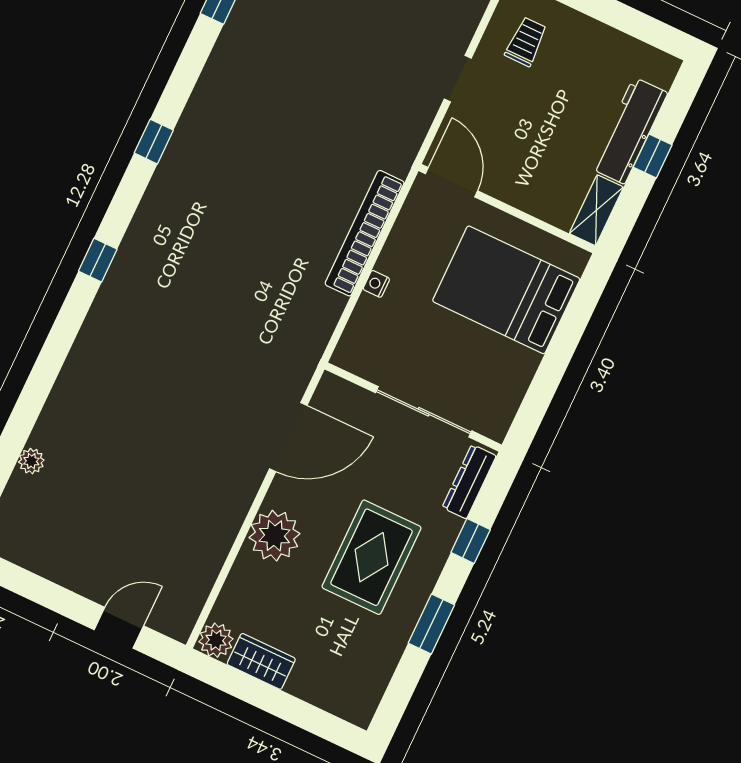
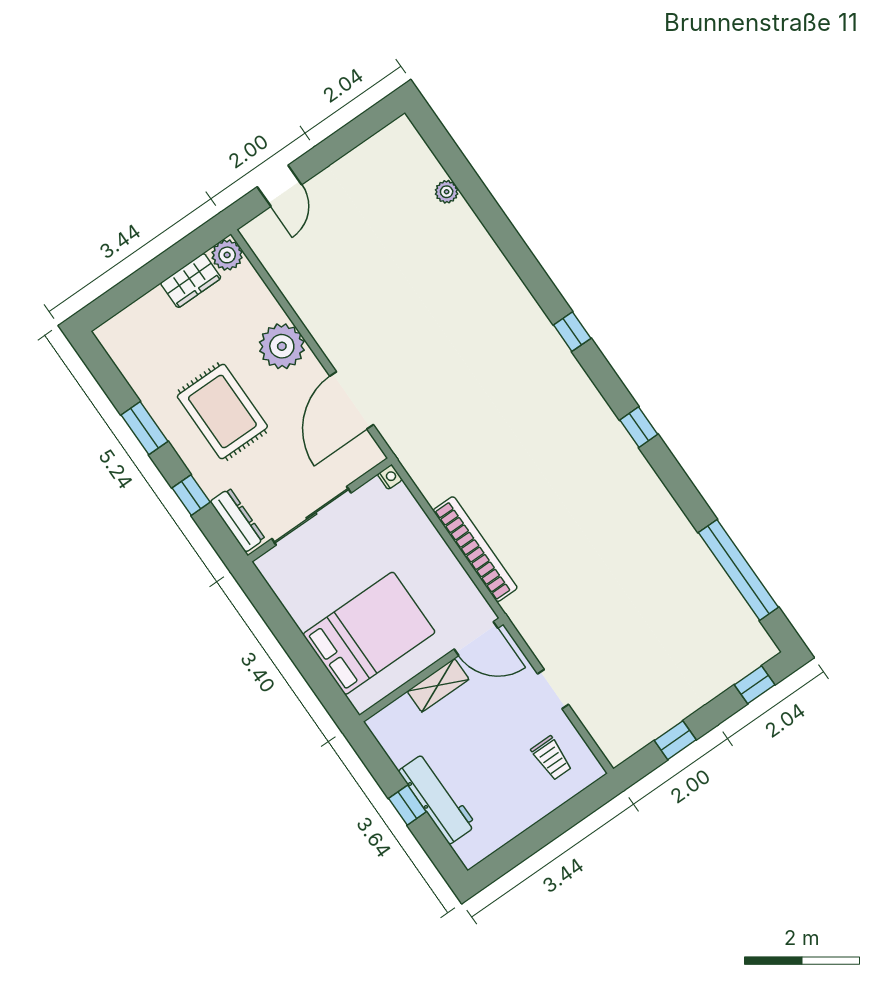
shelving: (596, 210) -> (438, 685), moved, turned 90
nightstand: (376, 284) -> (390, 477), moved

